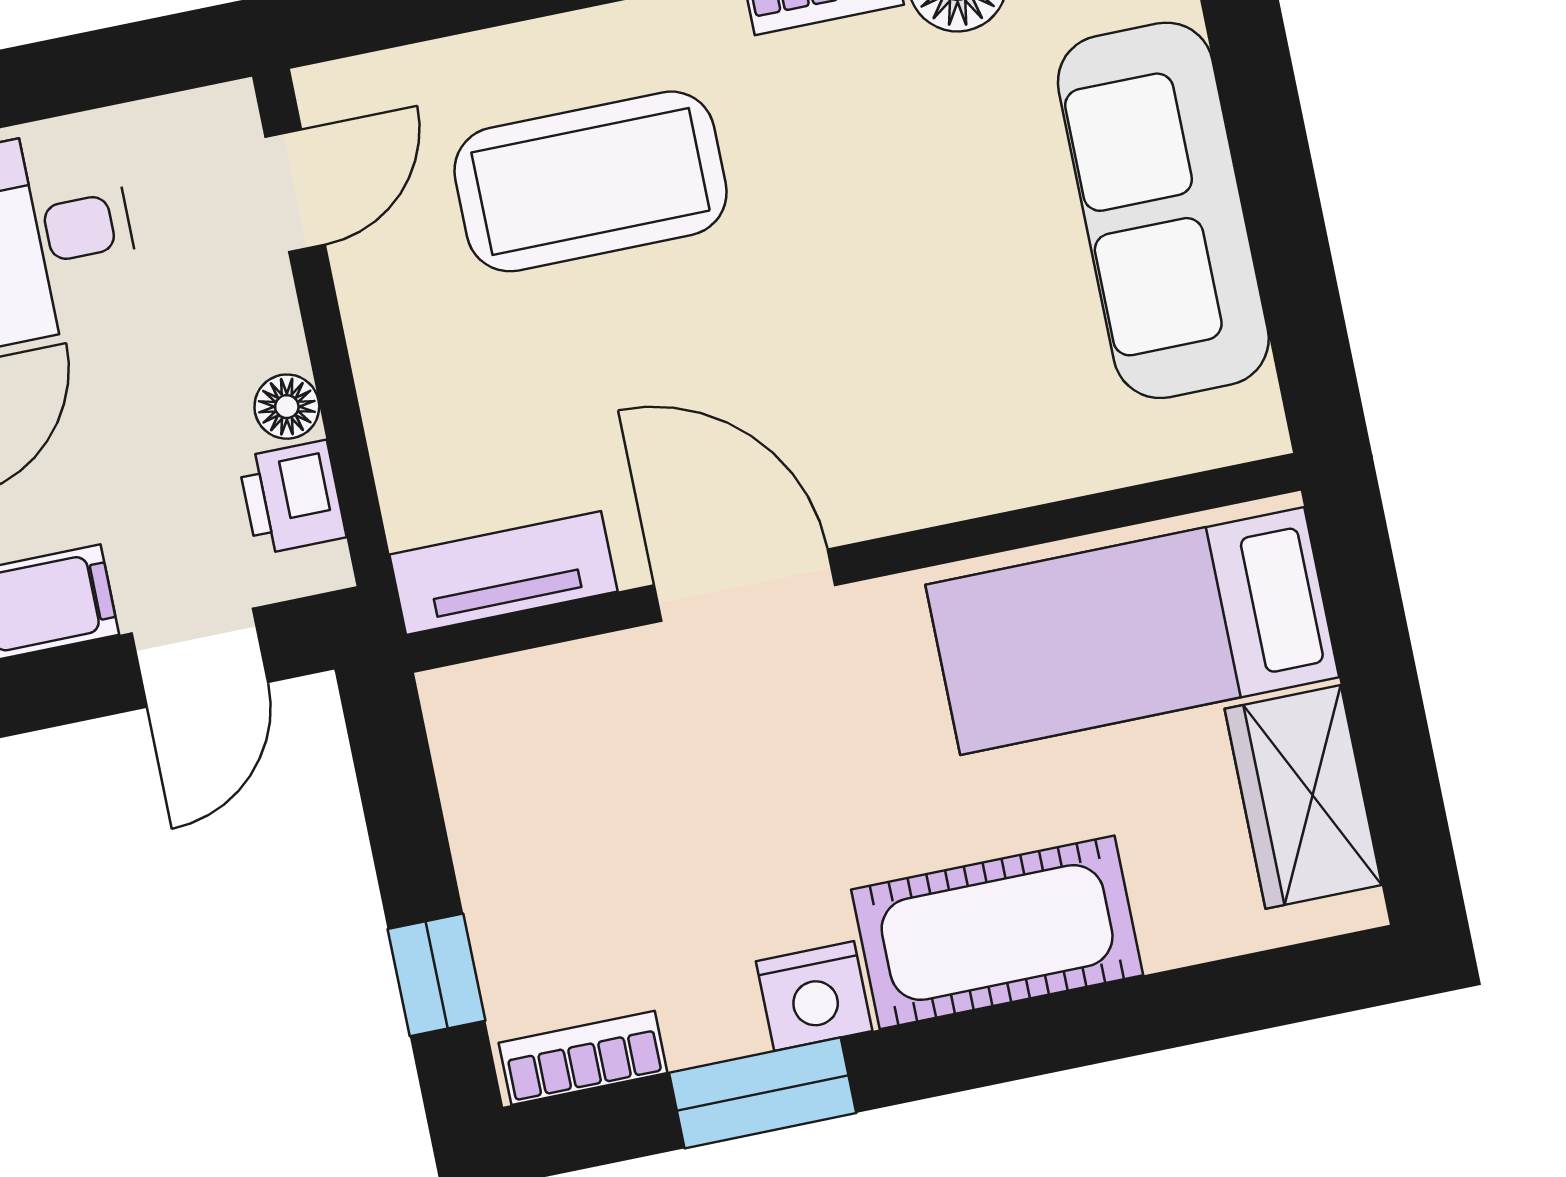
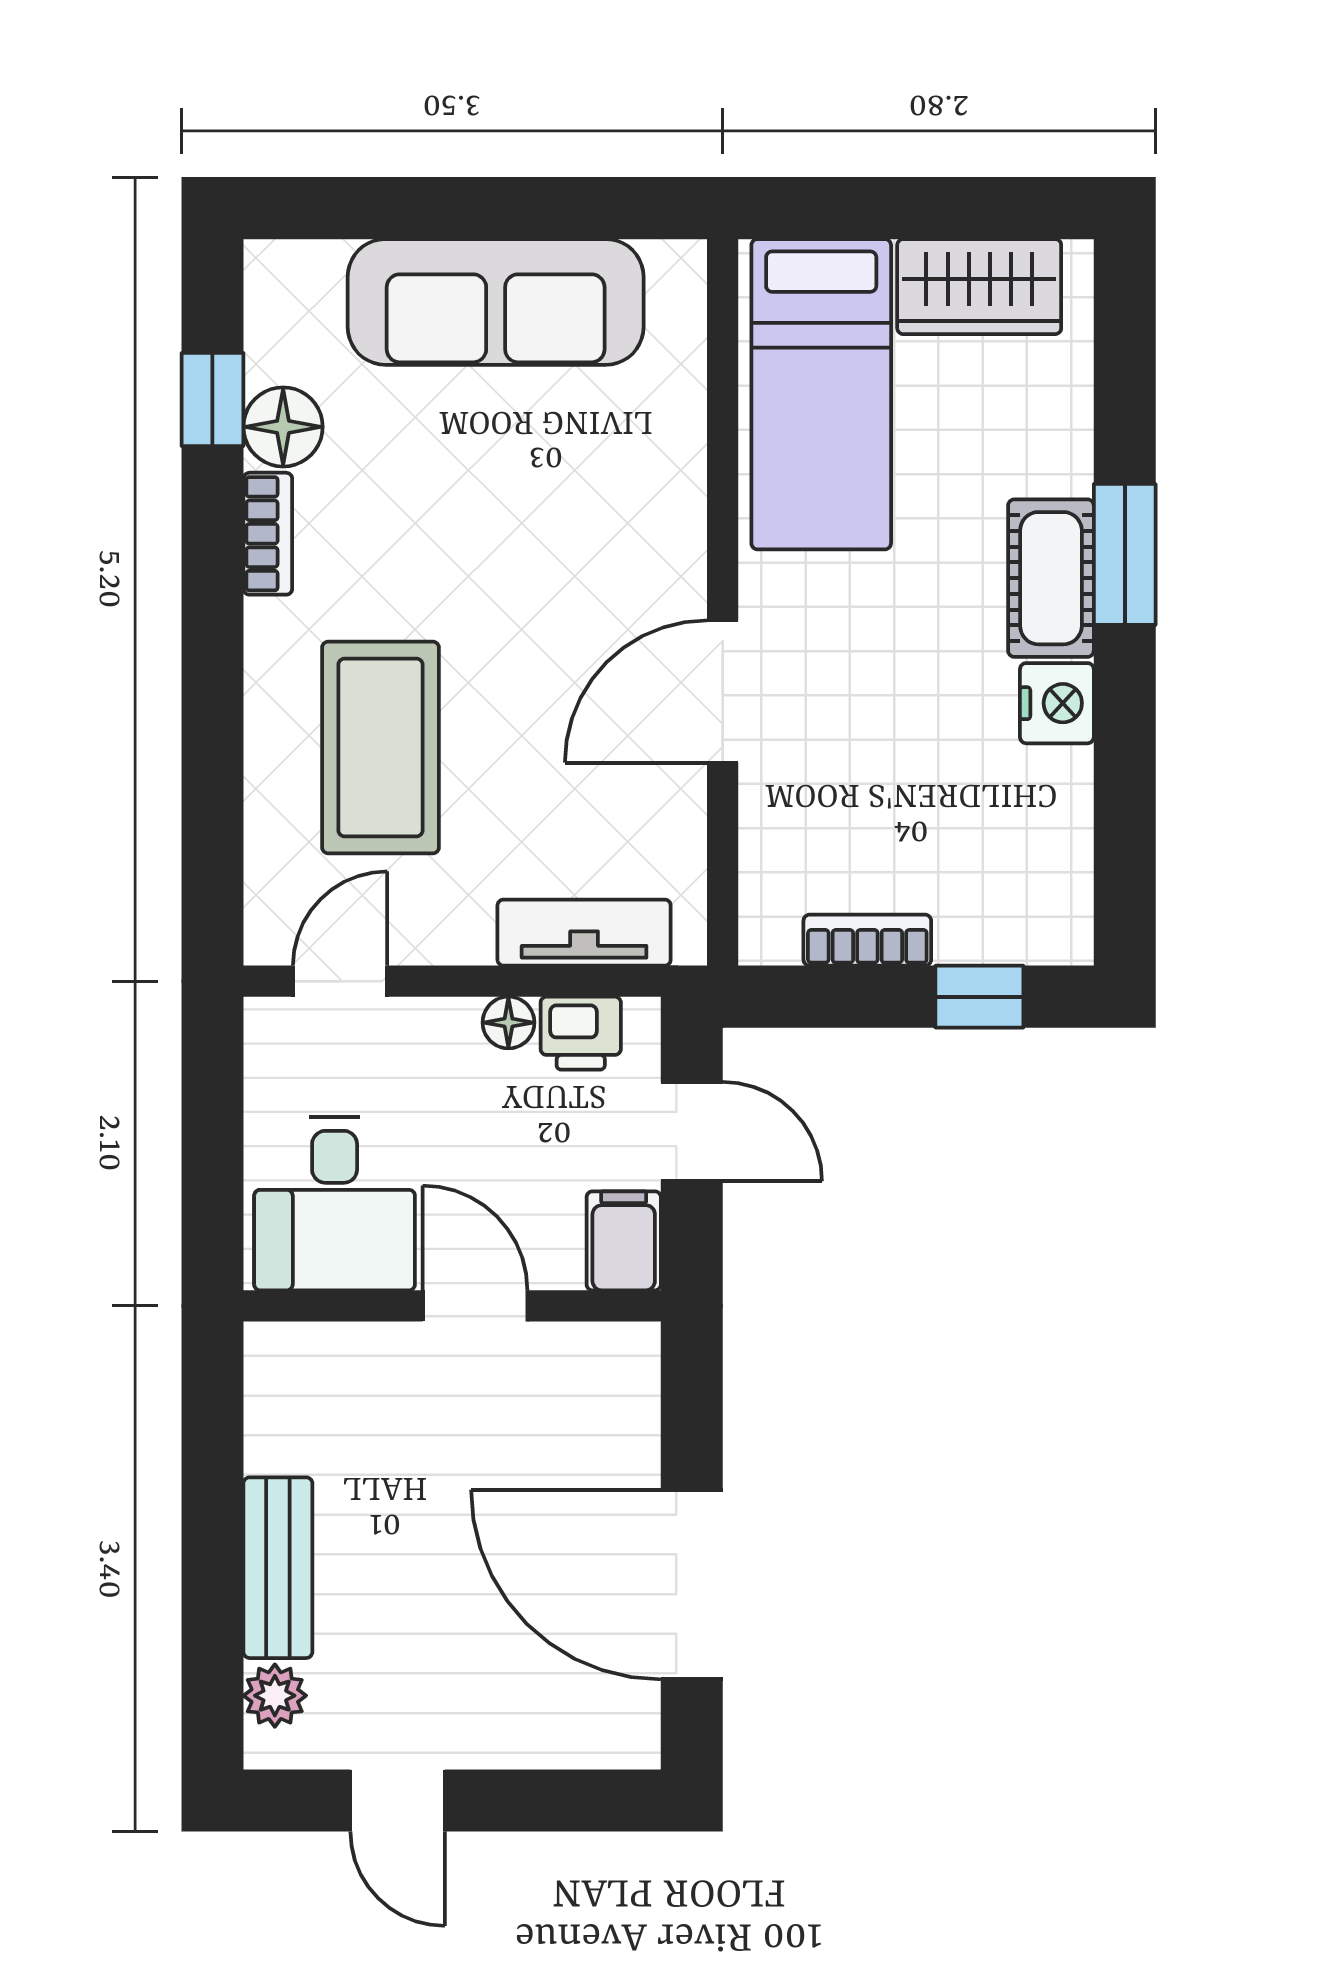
door: (295, 191) -> (340, 981), hinge flipped
tv unit: (504, 573) -> (584, 933), moved, turned 90
cot: (997, 932) -> (1051, 578), width x0.73, depth x0.75
bookcase: (583, 1058) -> (867, 940), moved, turned 90
window: (763, 1093) -> (1125, 554), moved

